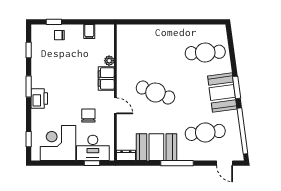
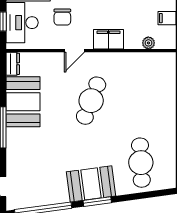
plant: (109, 61) -> (148, 43), moved
chair: (88, 116) -> (62, 17), turned 90
cafe table: (205, 132) -> (41, 163), removed

